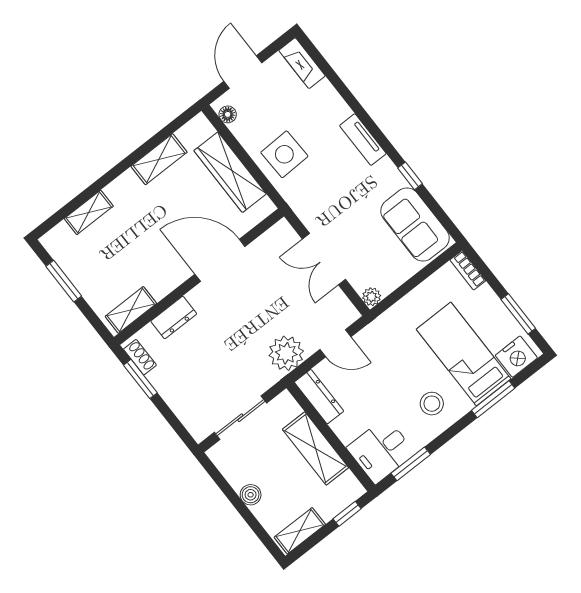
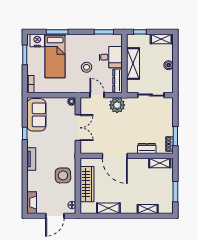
stool: (432, 404) -> (87, 67), moved
desk: (381, 450) -> (111, 57), moved

